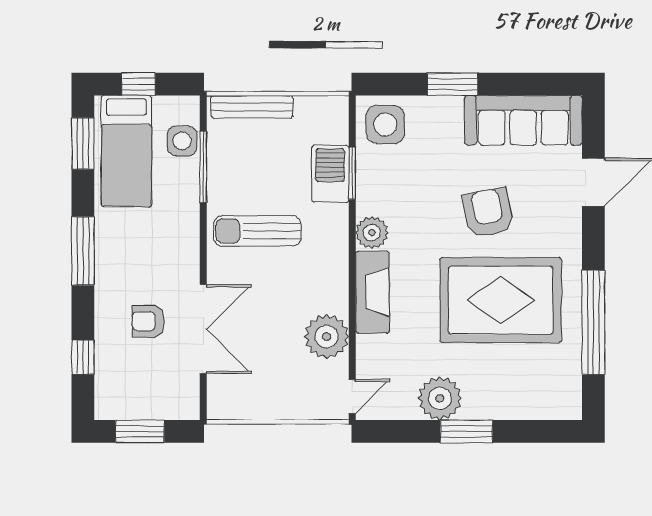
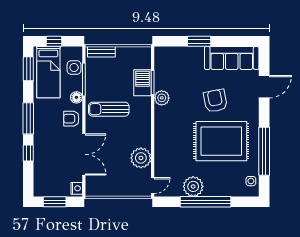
bench: (252, 107) -> (101, 52), width x0.73
side table: (385, 125) -> (251, 181), moved, width x0.54, depth x0.54
floor lamp: (187, 205) -> (76, 97), added
plant: (372, 233) -> (162, 98), moved
fireplace: (372, 292) -> (162, 137), removed
armchair: (148, 321) -> (71, 119), moved
window: (83, 357) -> (28, 153), moved
nightstand: (188, 402) -> (77, 188), added
window: (466, 431) -> (205, 202), width x2.11

